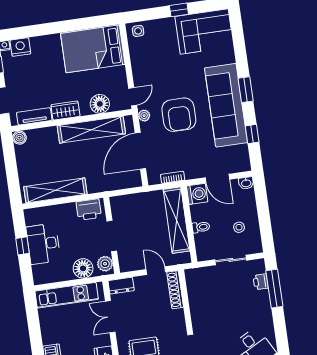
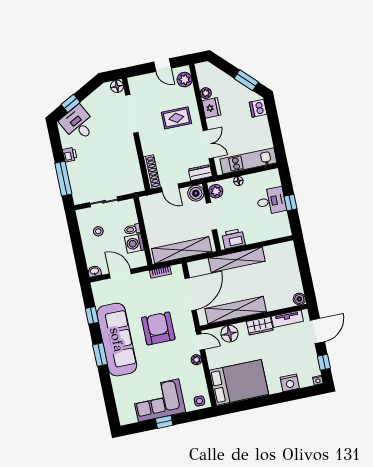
corner sofa: (204, 31) -> (159, 400), moved
nightstand: (20, 47) -> (290, 383), moved
door: (133, 97) -> (201, 342), swing flipped
plant: (144, 116) -> (196, 360), moved
shelving: (55, 190) -> (237, 260), moved
washing machine: (197, 194) -> (134, 243), moved
shelving: (177, 220) -> (182, 250), moved, turned 90
desk: (43, 244) -> (271, 201), width x0.73
boiler: (128, 263) -> (196, 193), added
floor lamp: (83, 268) -> (238, 181), width x0.53, depth x0.53
printer: (261, 282) -> (70, 155), moved

